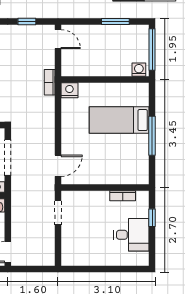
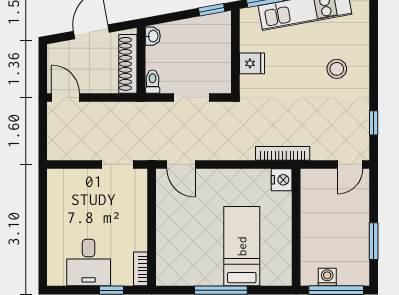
washing machine: (139, 70) -> (327, 277), moved, turned -90
bookcase: (50, 82) -> (283, 153), width x1.56
doorway: (8, 158) -> (191, 97), width x0.73
bookcase: (123, 196) -> (141, 269), moved

